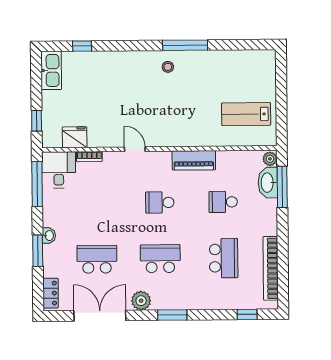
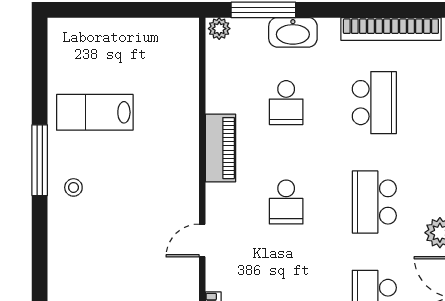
lab bench: (246, 114) -> (95, 112), moved, turned 90
washbasin: (268, 183) -> (293, 32), moved
school desk: (224, 258) -> (374, 103), turned 90

